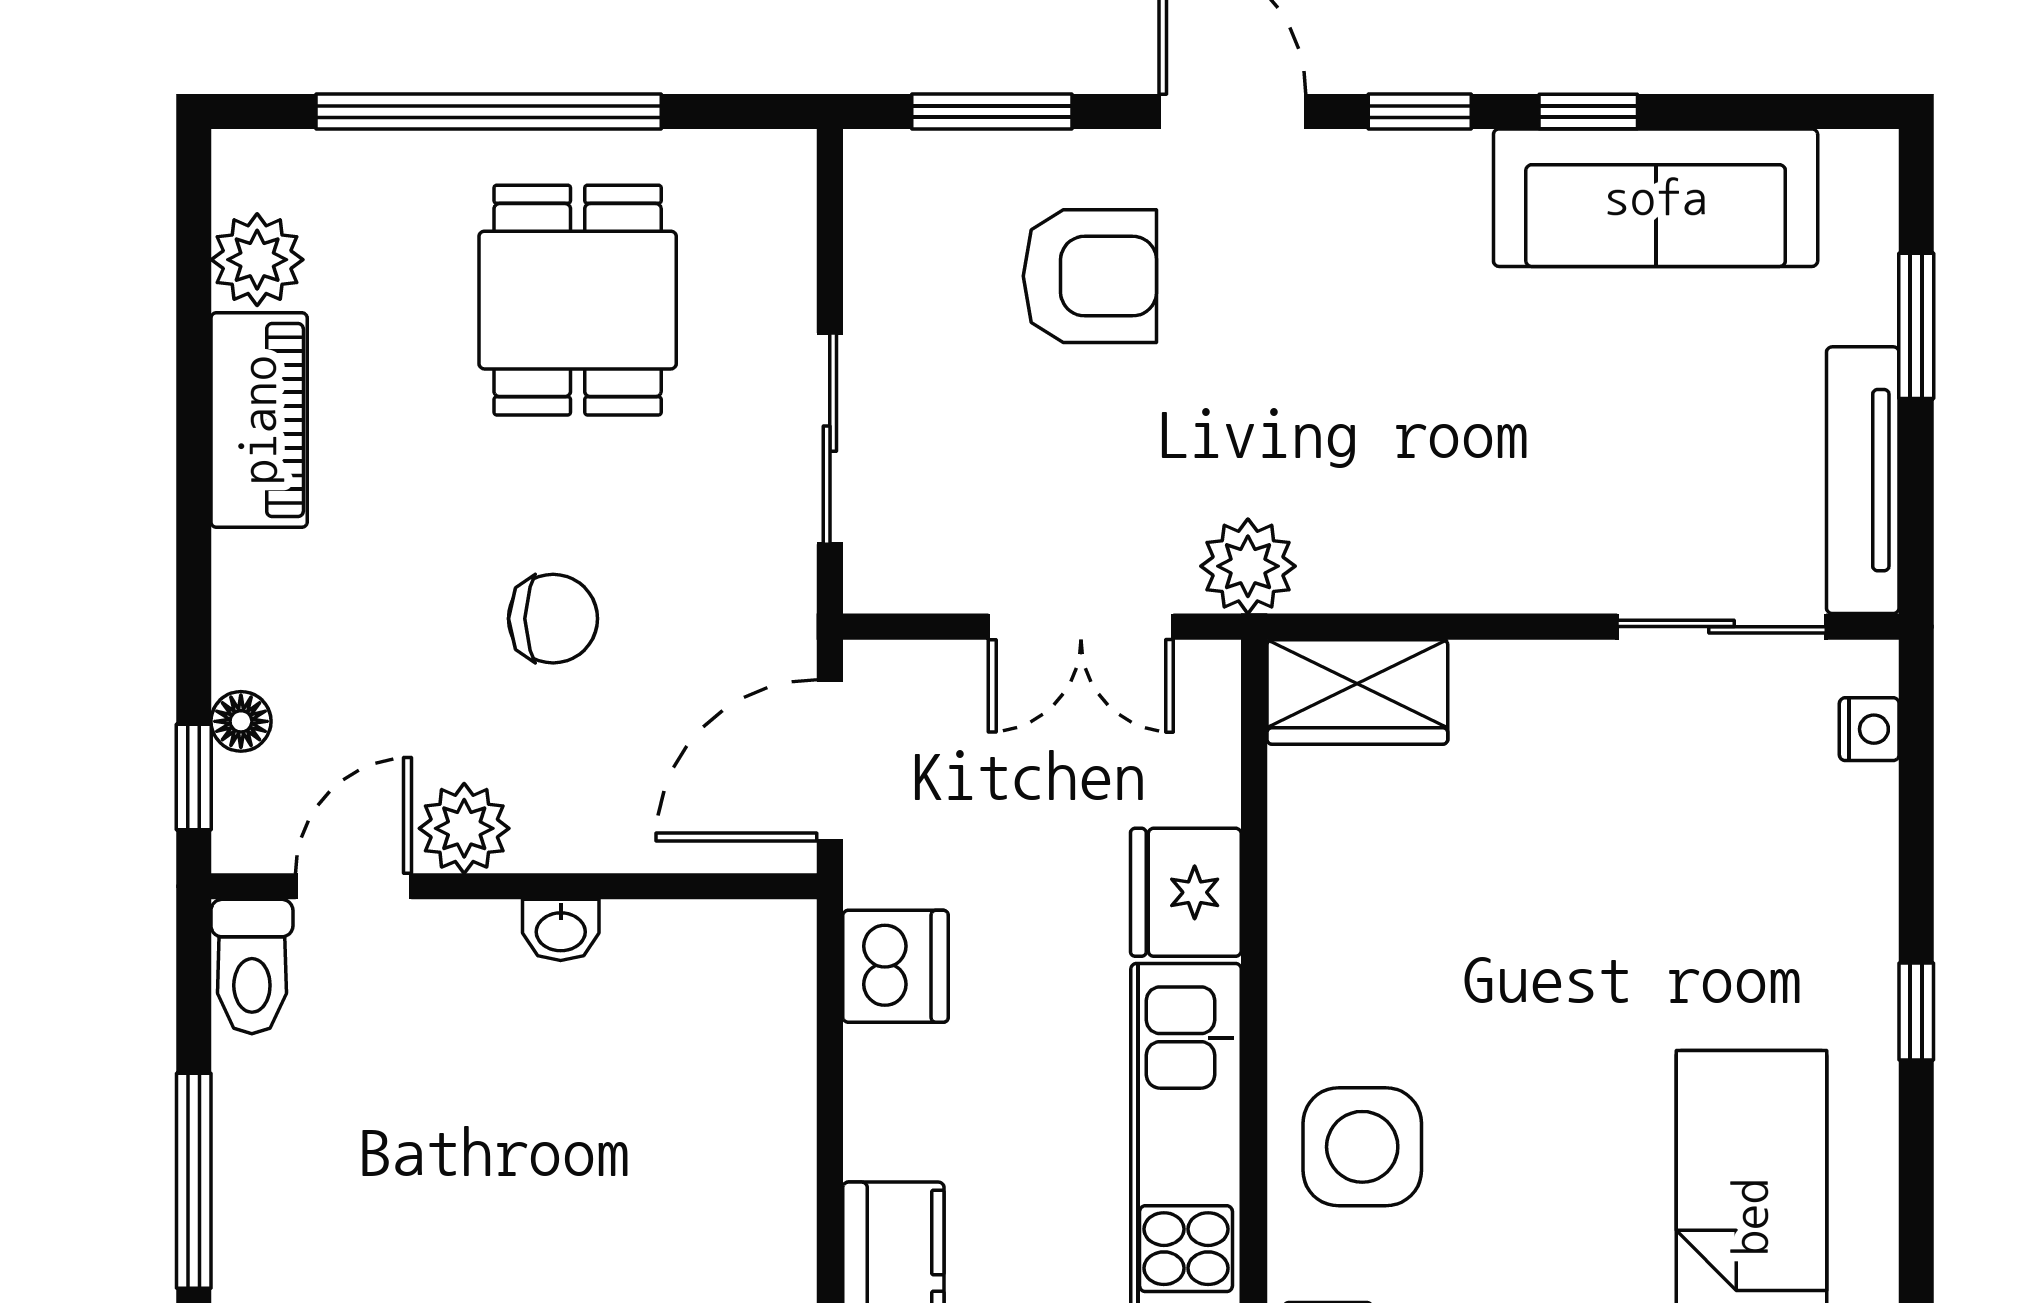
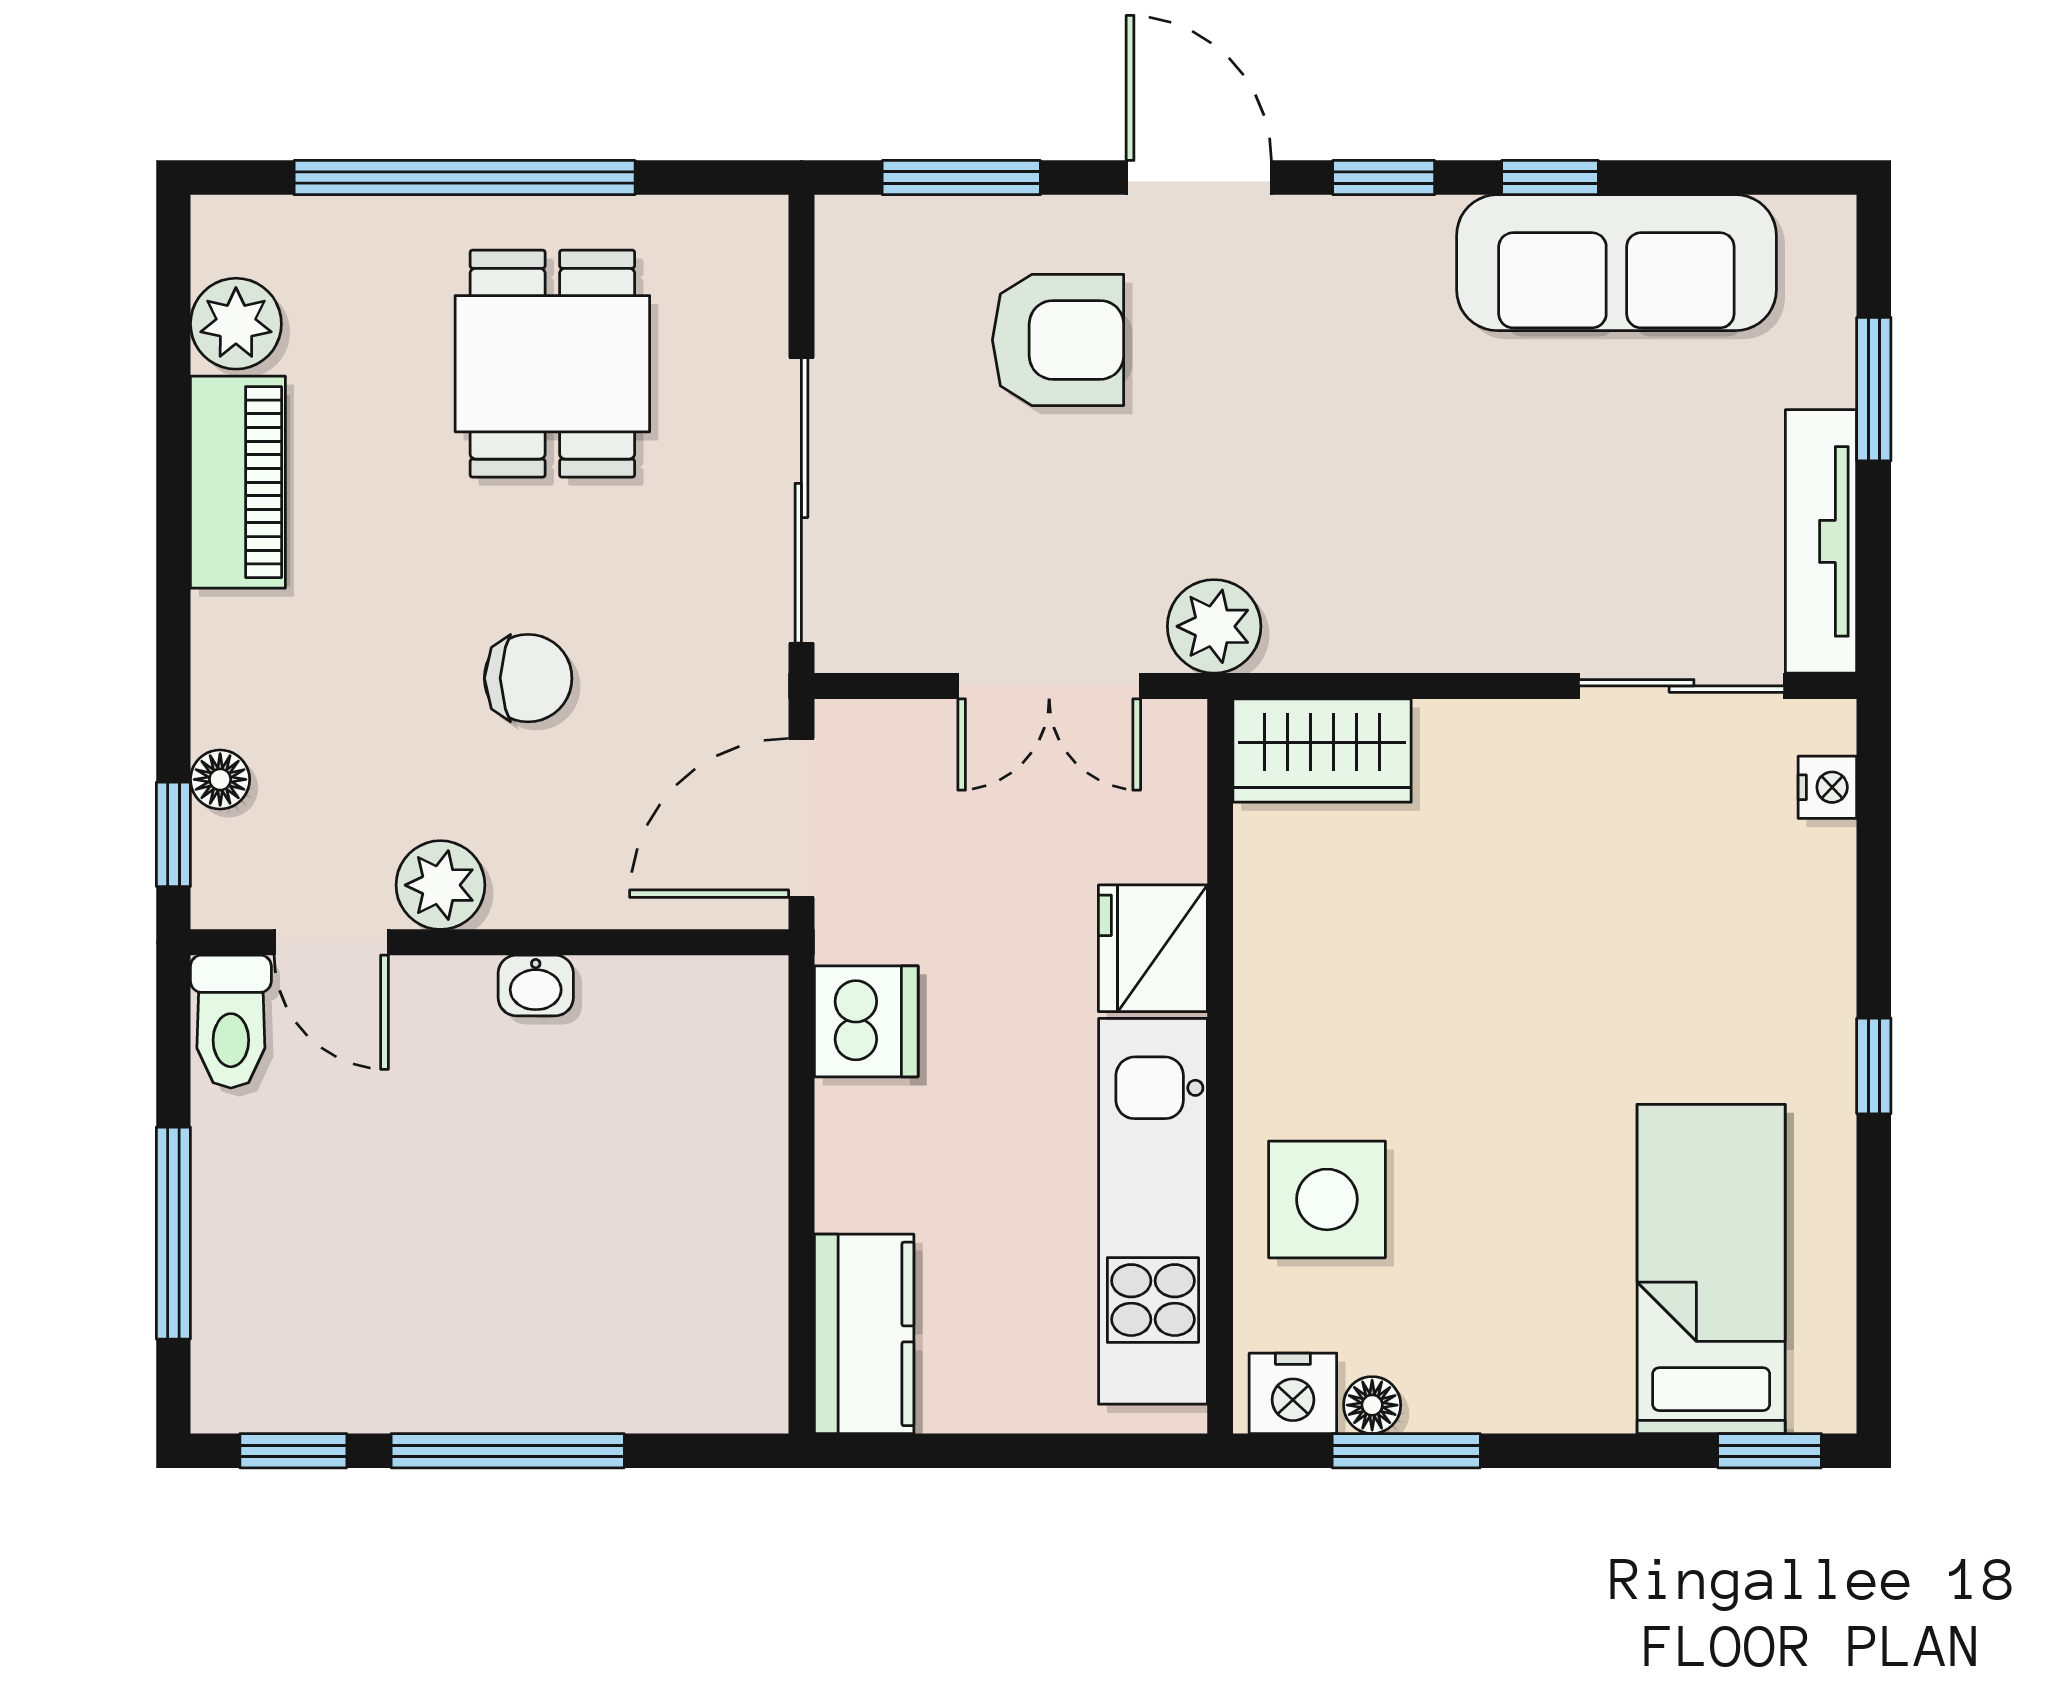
sliding door: (830, 439) -> (801, 500), width x1.37
door: (354, 886) -> (331, 942), swing flipped

